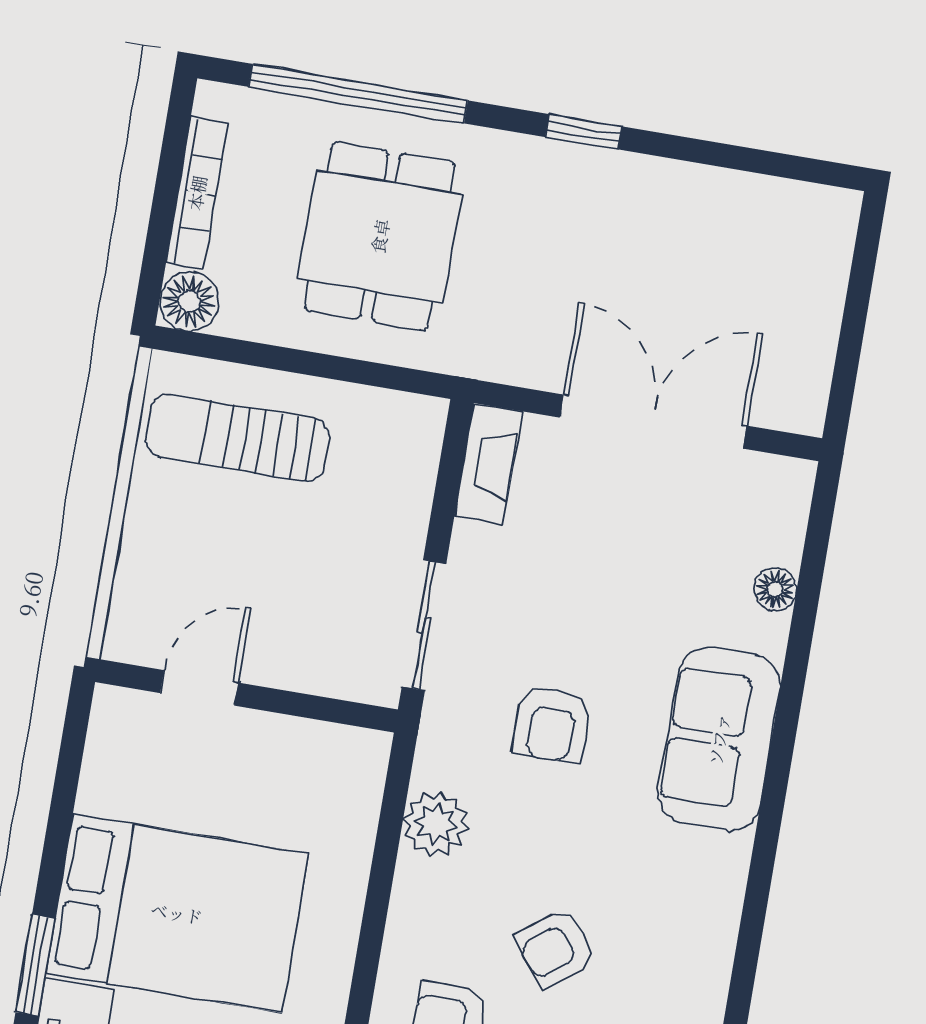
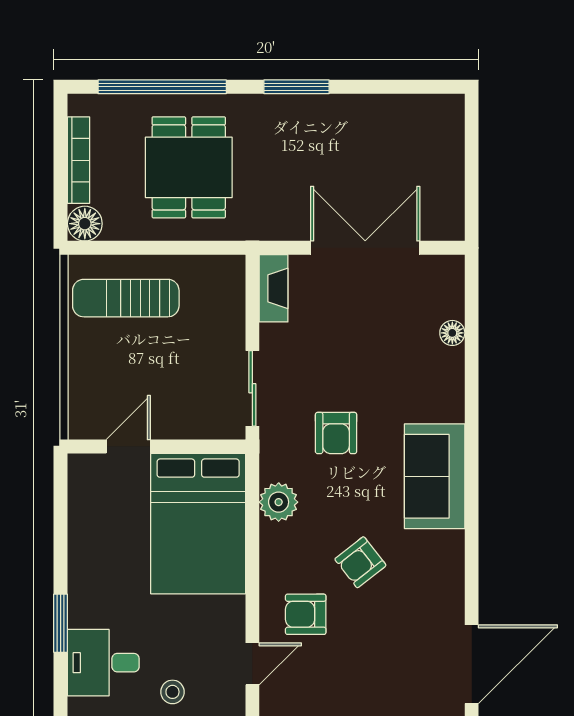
window: (584, 132) -> (296, 87), width x1.50
sofa: (719, 739) -> (435, 476), moved
bed: (177, 913) -> (198, 524), moved, turned 90

